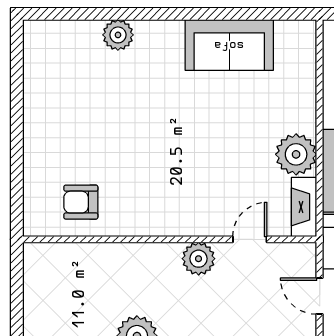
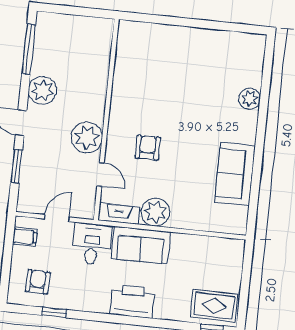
armchair: (81, 202) -> (148, 148), moved
plant: (199, 259) -> (87, 137), width x1.36, depth x1.36

